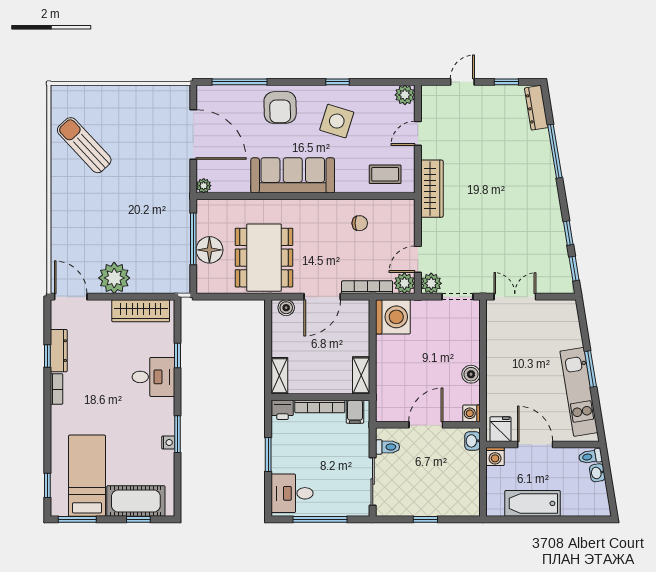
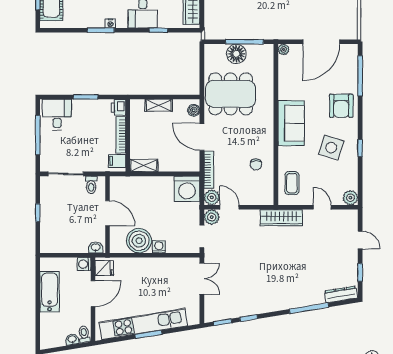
armchair: (280, 107) -> (341, 106), turned -89
sofa: (293, 175) -> (291, 123), width x0.73
boiler: (471, 374) -> (139, 241), width x1.86, depth x1.86
shelving: (279, 376) -> (159, 105), moved
kitchen unit: (579, 392) -> (143, 324), width x1.36
washing machine: (471, 413) -> (159, 247), moved
nightstand: (168, 442) -> (110, 23), moved

